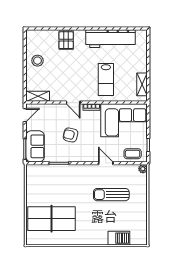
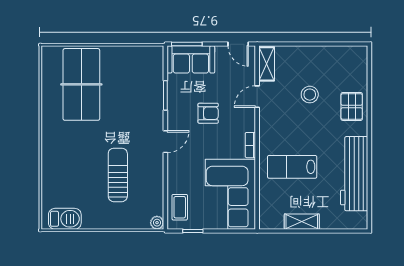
pallet: (66, 40) -> (352, 106), turned 90
stool: (38, 61) -> (310, 95), moved
shelving: (142, 84) -> (302, 222), moved
door: (73, 103) -> (257, 97), moved
armchair: (71, 135) -> (208, 113), turned 77
door: (106, 163) -> (165, 142), moved
barbecue: (119, 238) -> (65, 219), moved, turned -90

